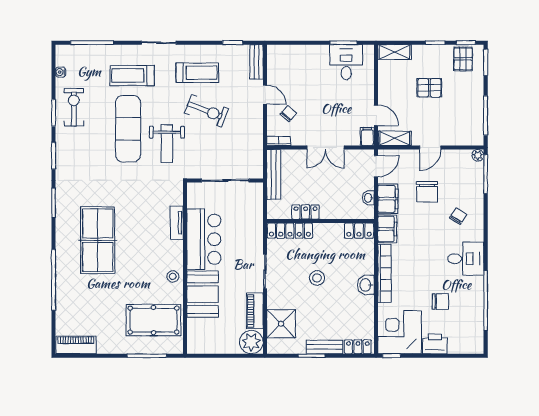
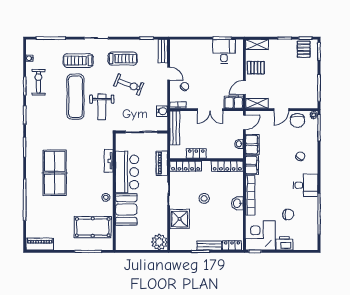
pallet: (429, 88) -> (256, 68), moved
door: (376, 115) -> (244, 88), swing flipped
filing cabinet: (367, 136) -> (234, 102), width x2.00
water cooler: (255, 150) -> (162, 111), added
chair: (427, 192) -> (297, 121), moved
locker: (359, 231) -> (227, 166), width x1.53
piano: (255, 311) -> (162, 163), moved
shower: (281, 324) -> (180, 219), moved

